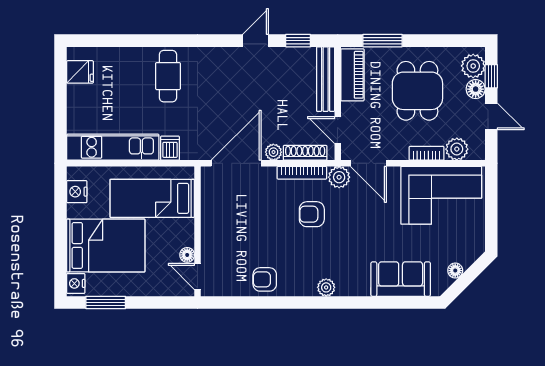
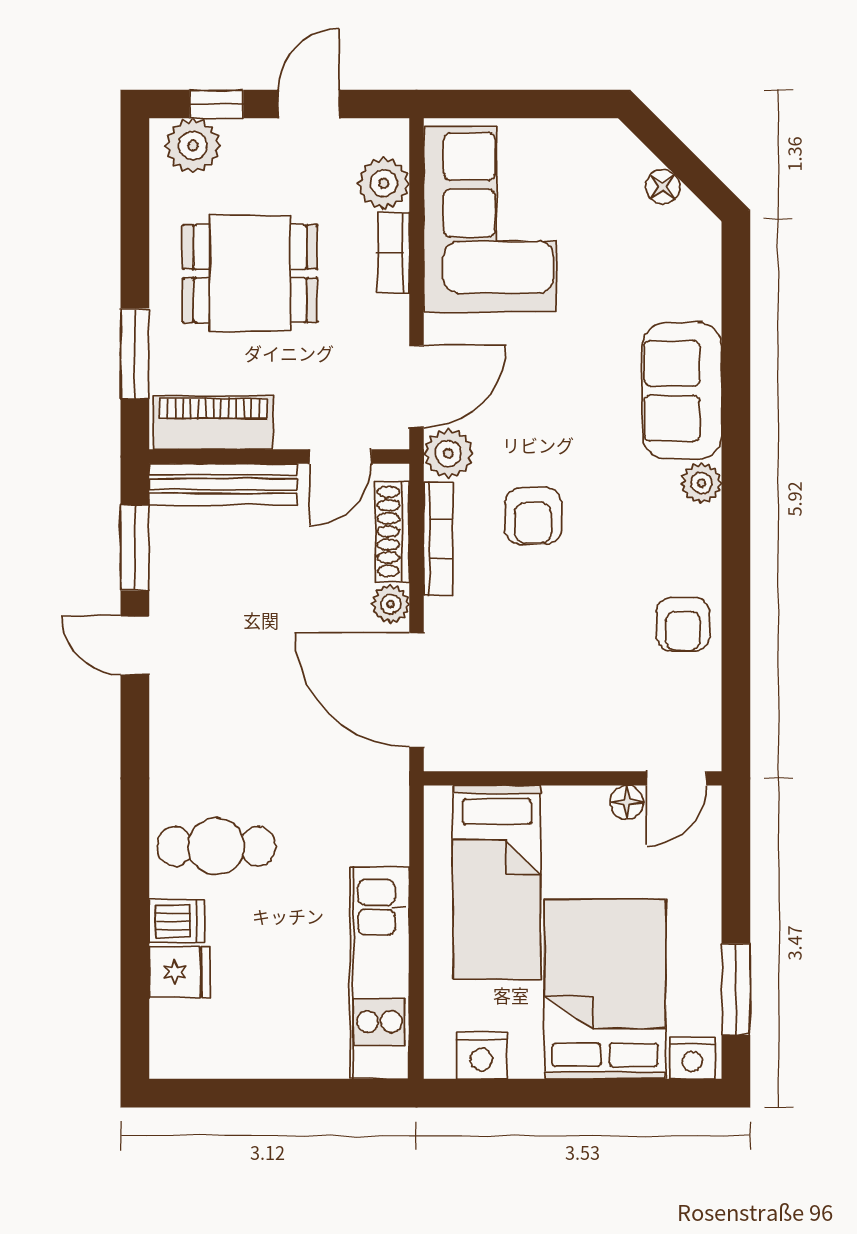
window: (298, 41) -> (135, 548), width x1.50
fridge: (80, 72) -> (180, 972), moved, turned 90
floor lamp: (476, 89) -> (246, 140), removed
dishwasher: (170, 148) -> (177, 921), moved, turned 180
sofa: (401, 279) -> (682, 391), moved

